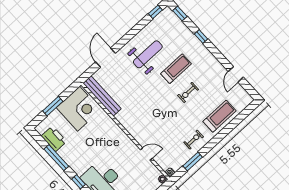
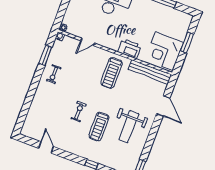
treadmill: (219, 116) -> (112, 73), moved
printer: (54, 139) -> (129, 49), moved, turned 180

